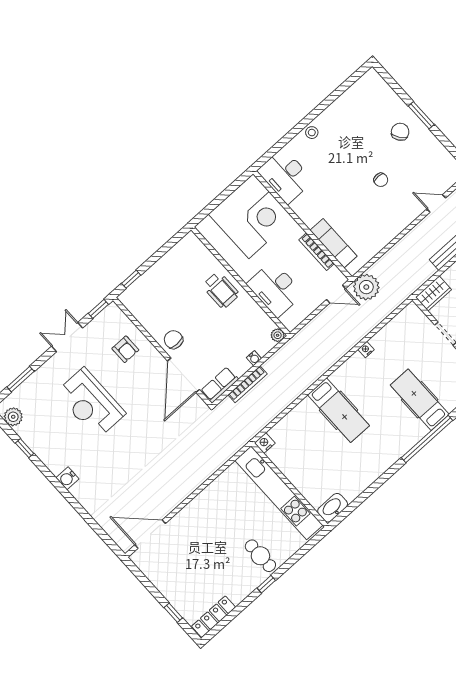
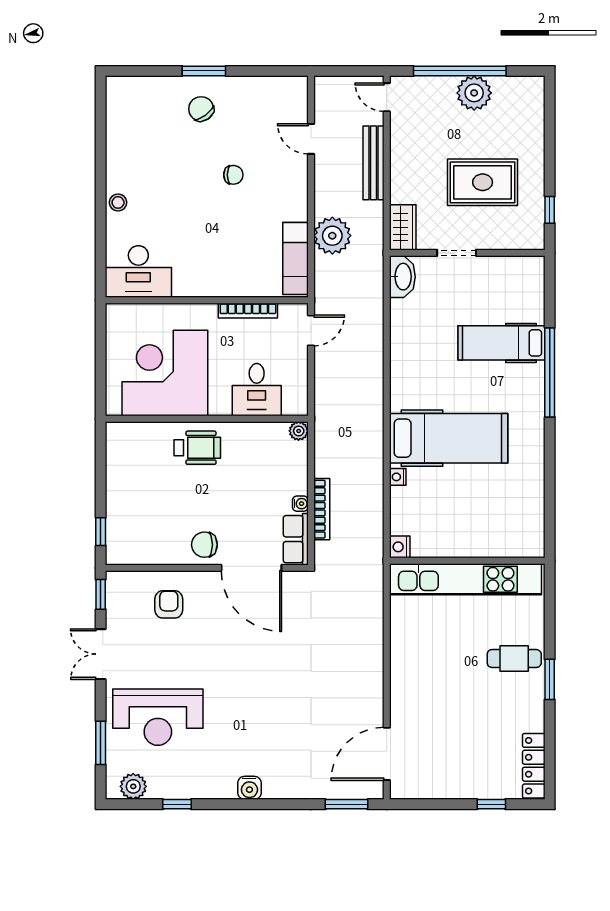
door: (436, 203) -> (311, 139), hinge flipped
corner desk: (251, 216) -> (165, 373), moved, turned -90
exam couch: (333, 243) -> (295, 258), moved, turned -90
plant: (366, 287) -> (332, 236), moved
desk: (275, 289) -> (257, 390), width x0.73
armchair: (125, 349) -> (169, 604), turned -90
nightstand: (366, 350) -> (398, 477), moved
water cooler: (254, 358) -> (300, 504), moved
reception desk: (91, 403) -> (158, 717), moved
hospital bed: (338, 410) -> (449, 438), width x1.37, depth x1.29
washbasin: (333, 508) -> (402, 277), moved, turned 180
window: (105, 537) -> (346, 804), added
window: (266, 584) -> (550, 679), width x1.50

